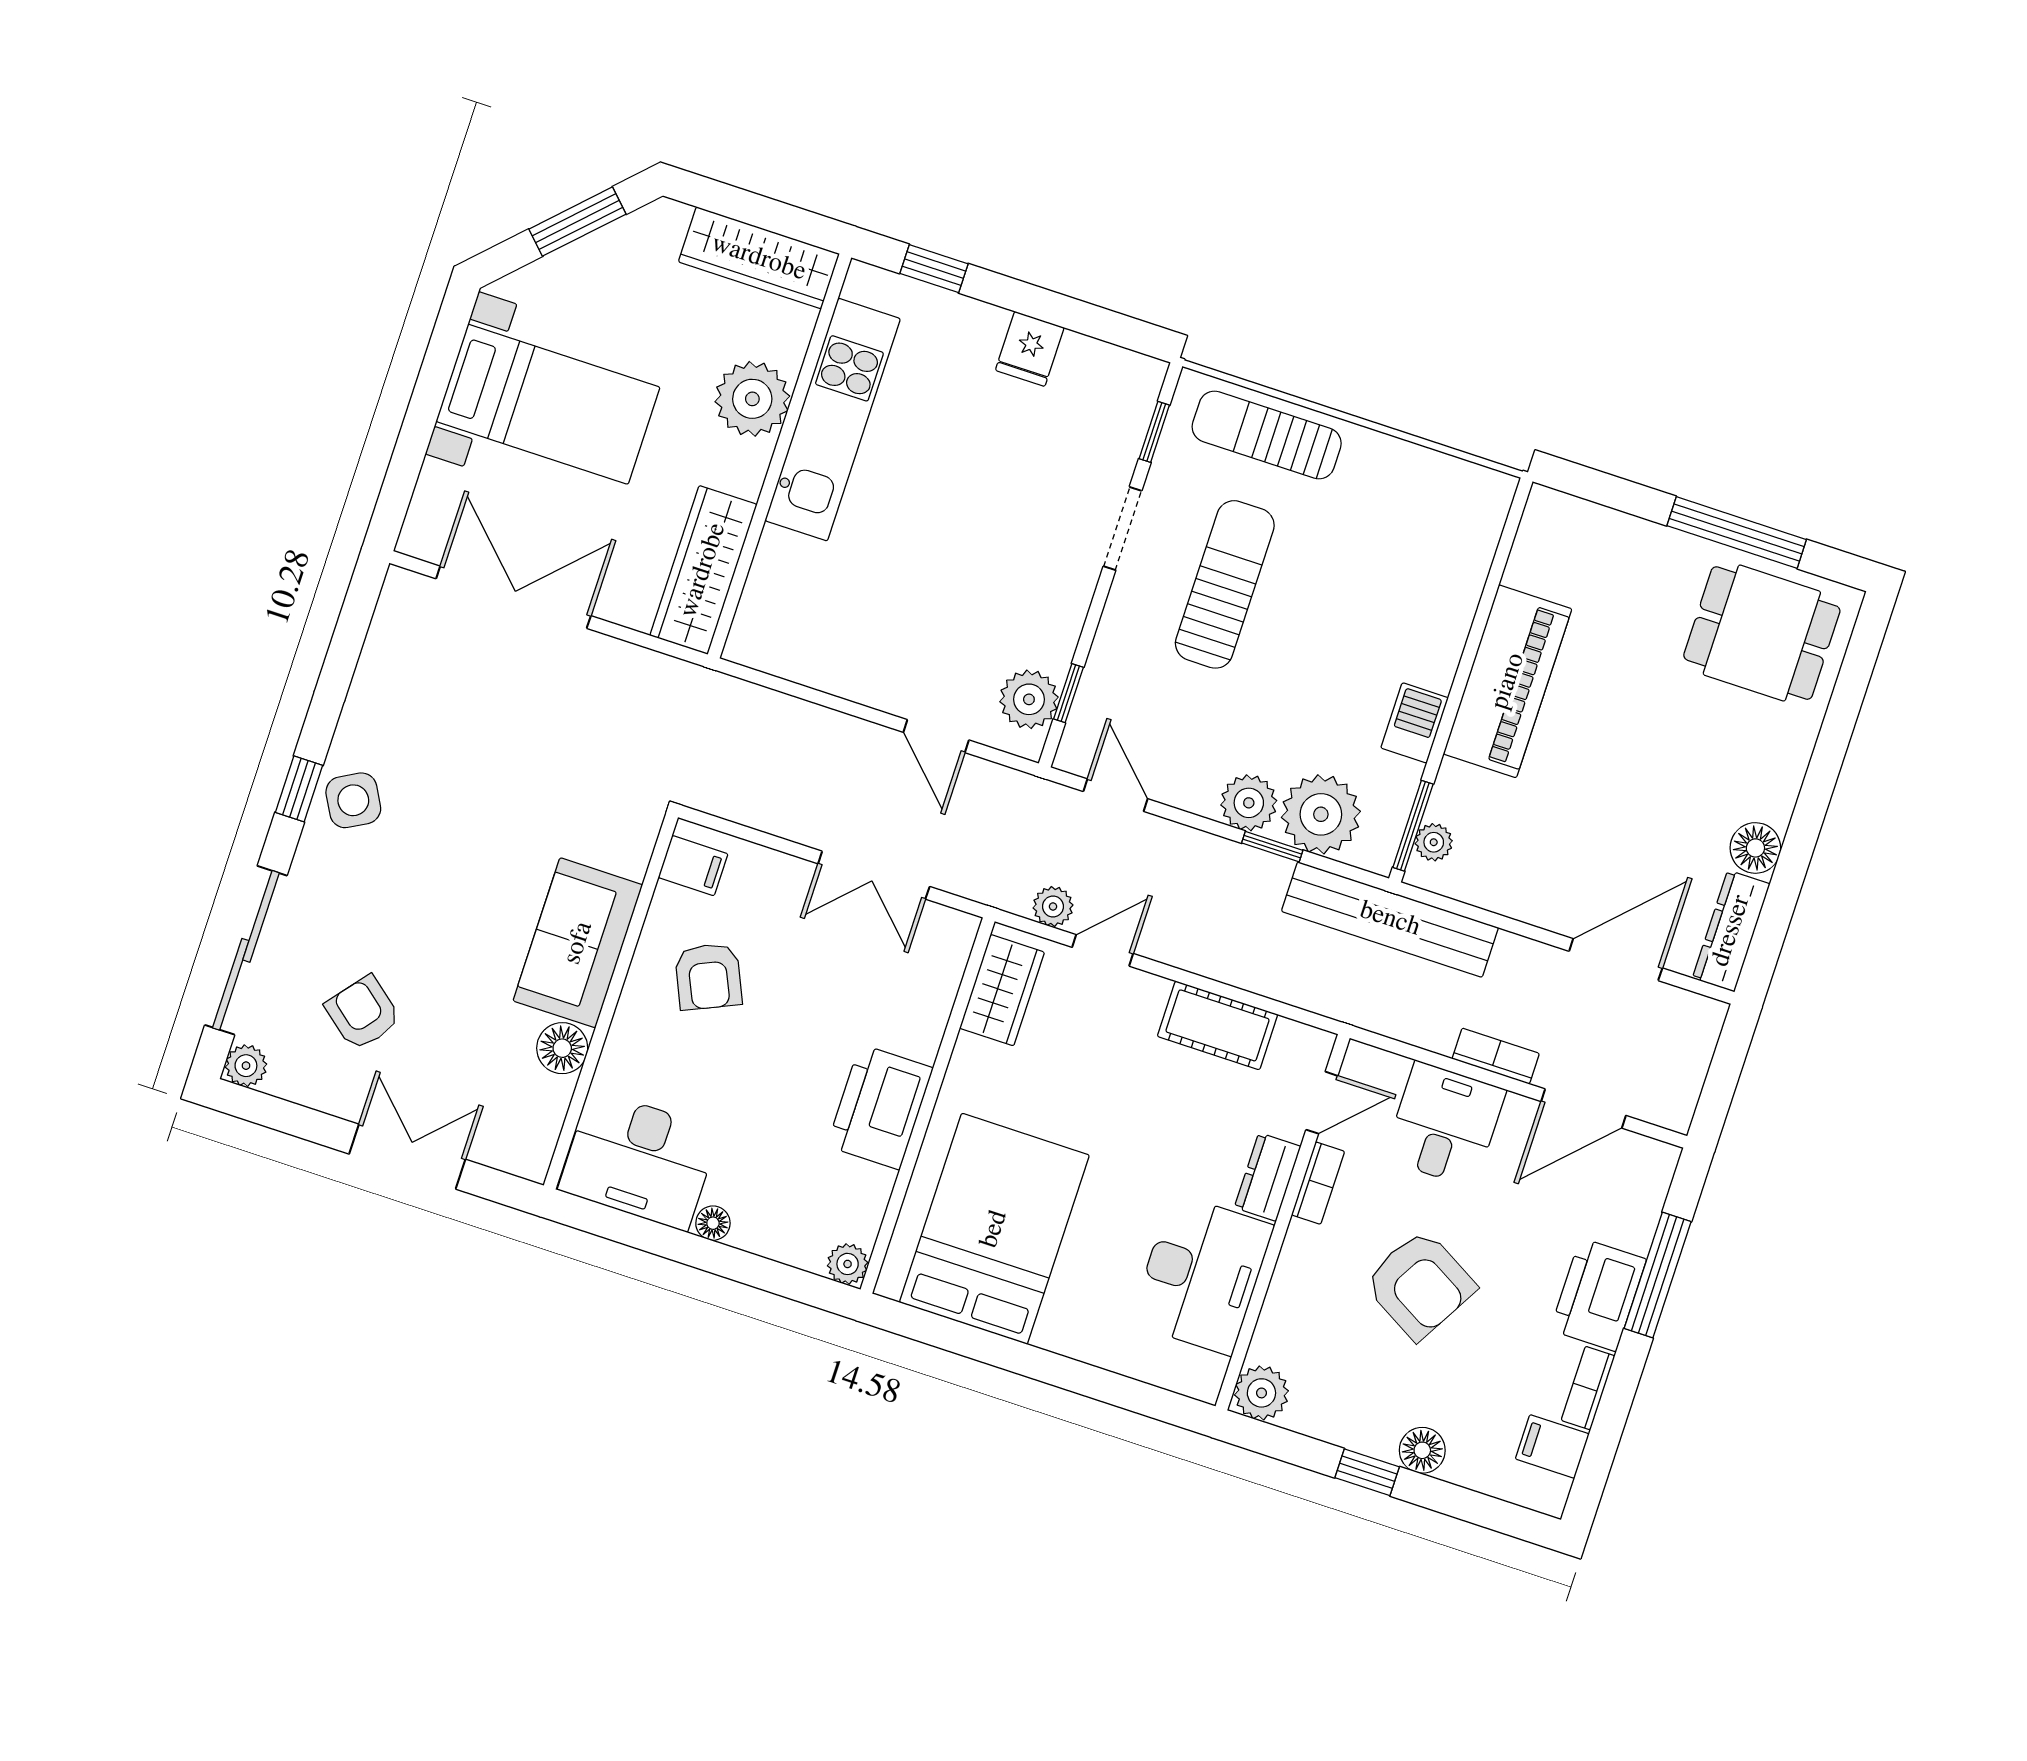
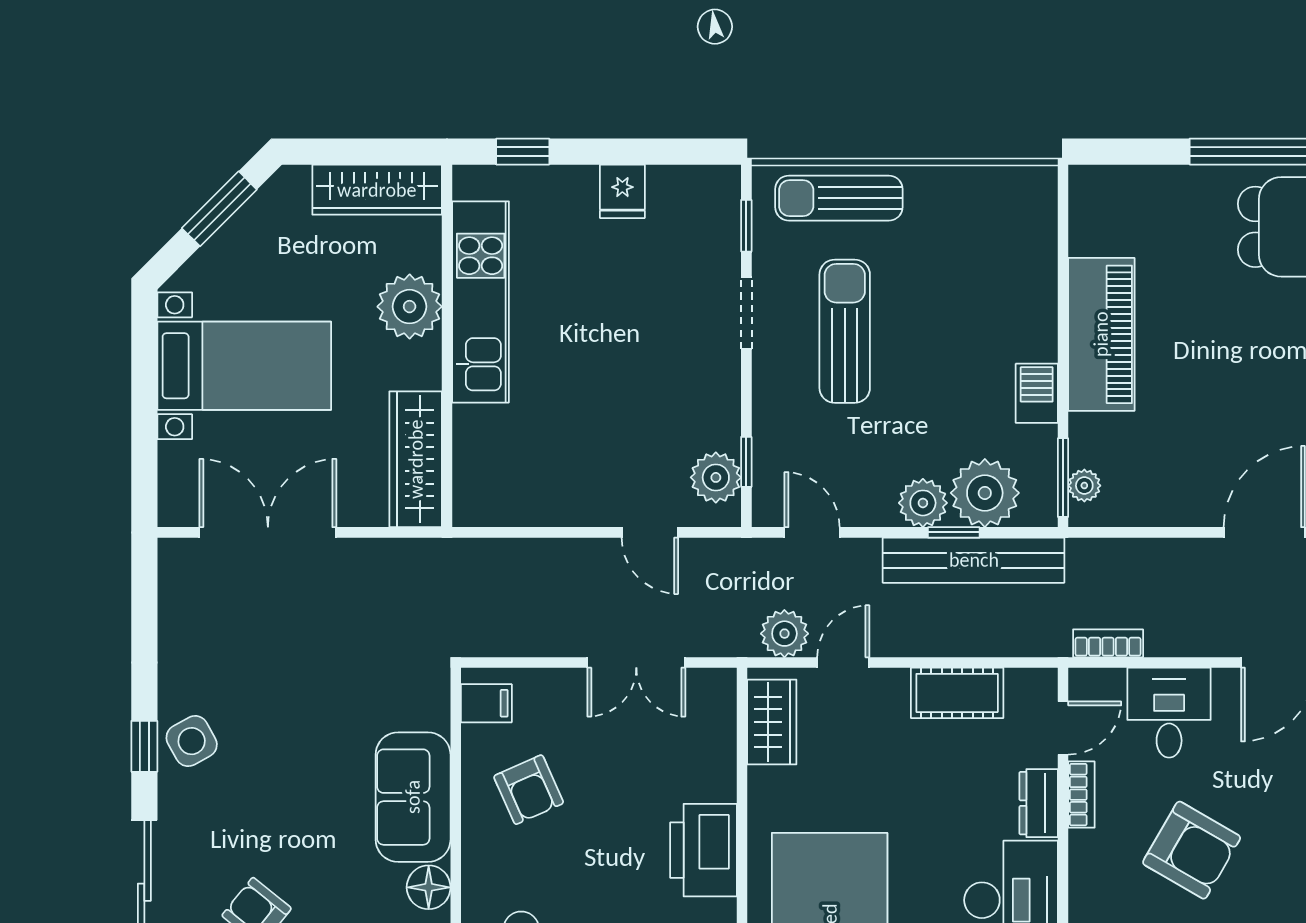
plant: (1053, 906) -> (784, 634), width x1.38, depth x1.38
bench: (1390, 919) -> (974, 560), moved
bookcase: (1496, 1056) -> (1108, 643), moved

